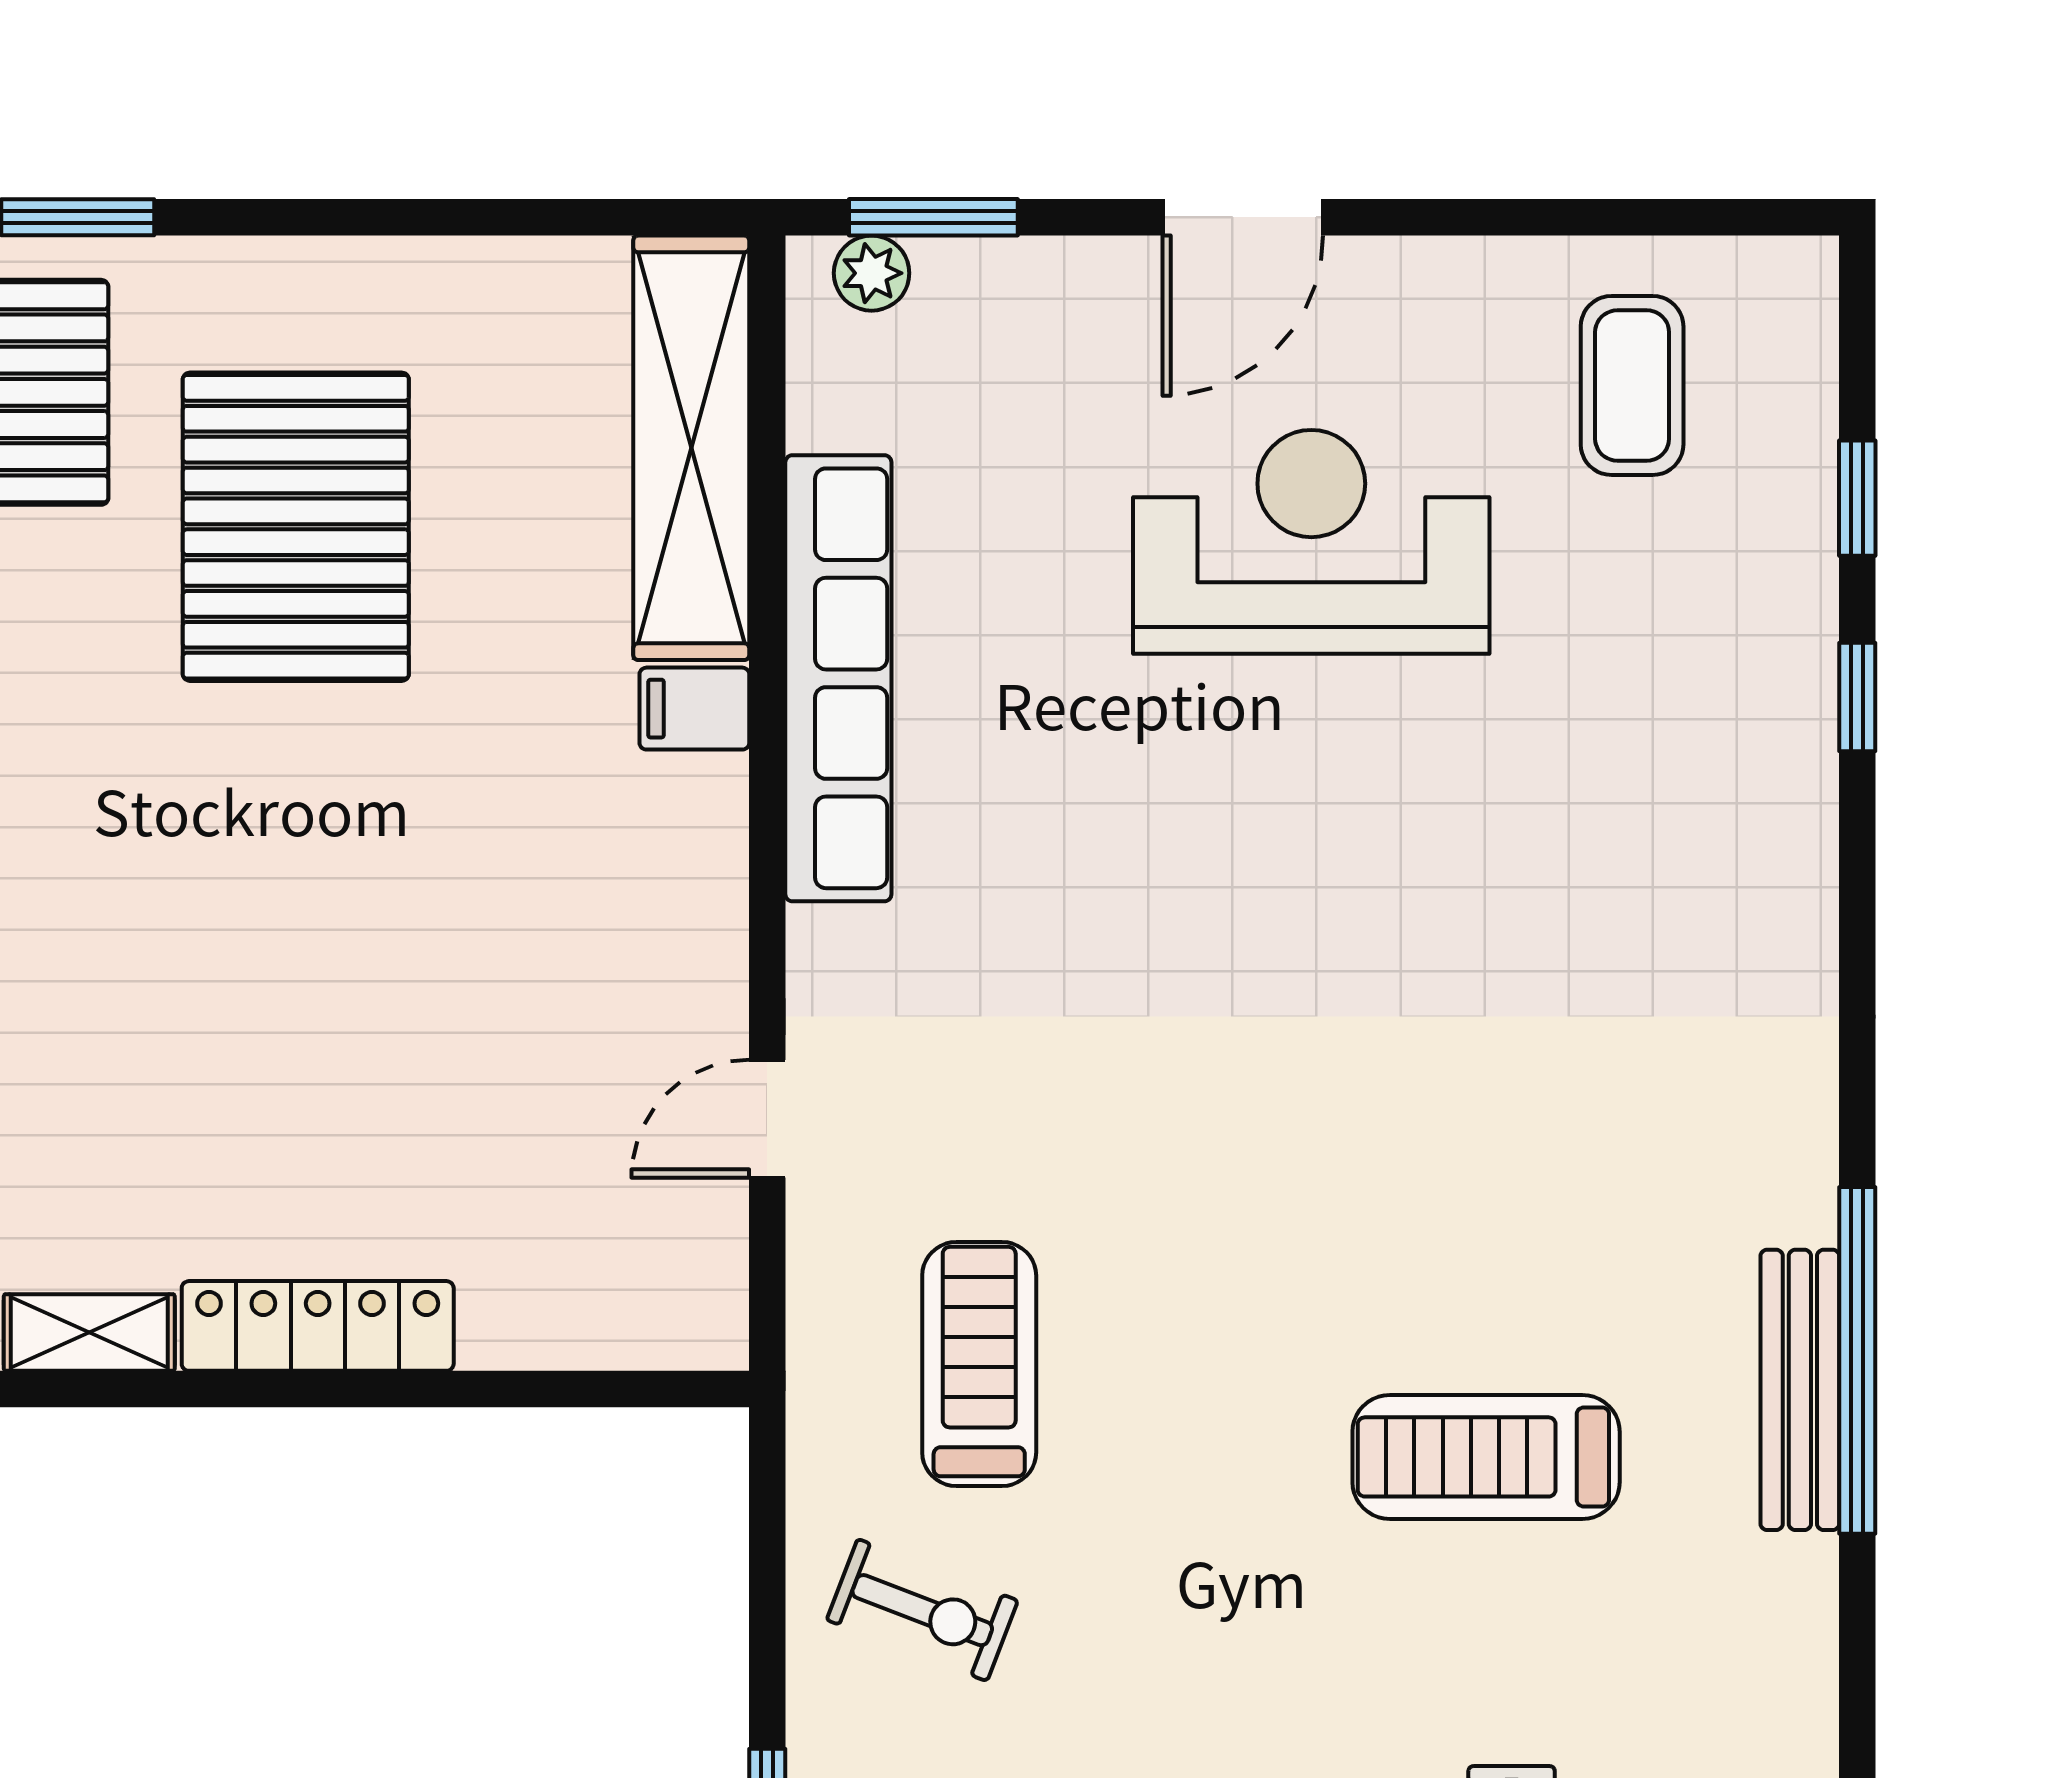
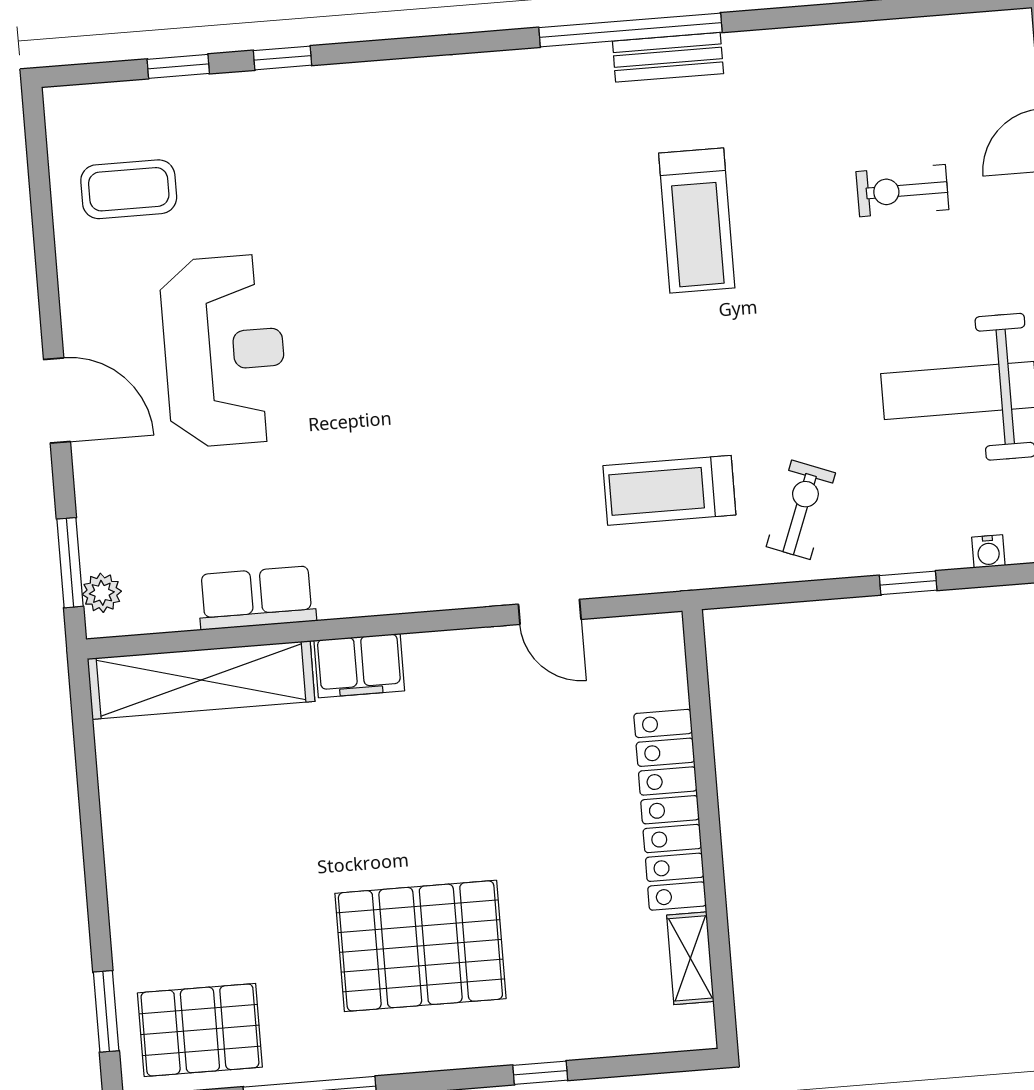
pallet: (296, 527) -> (420, 946), moved
reception desk: (1311, 542) -> (224, 351), turned 180
row of seats: (838, 678) -> (257, 598), width x0.50
filing cabinet: (694, 709) -> (359, 666), width x2.00
locker: (318, 1326) -> (670, 810), width x1.41, depth x1.21
bench: (1800, 1390) -> (668, 57), width x0.73

